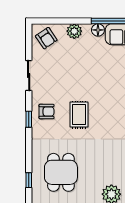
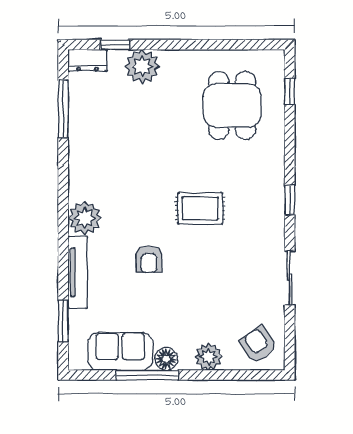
armchair: (46, 112) -> (149, 259), moved, turned -90
rug: (79, 115) -> (200, 208), turned 90

